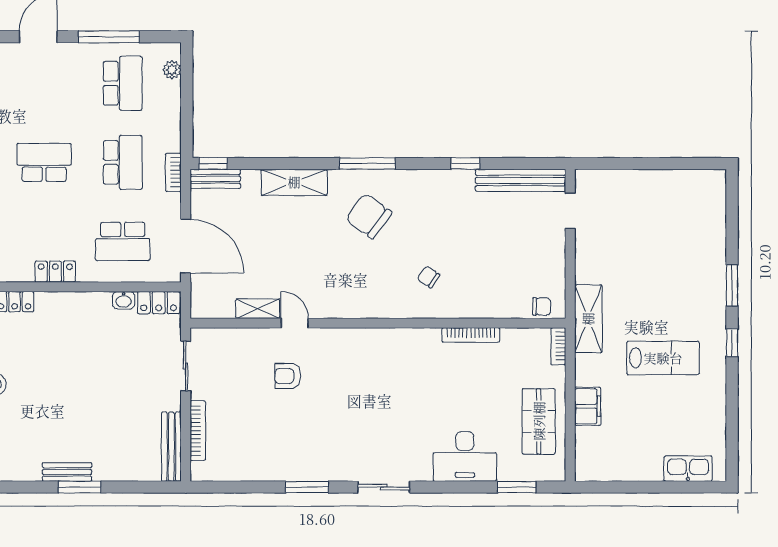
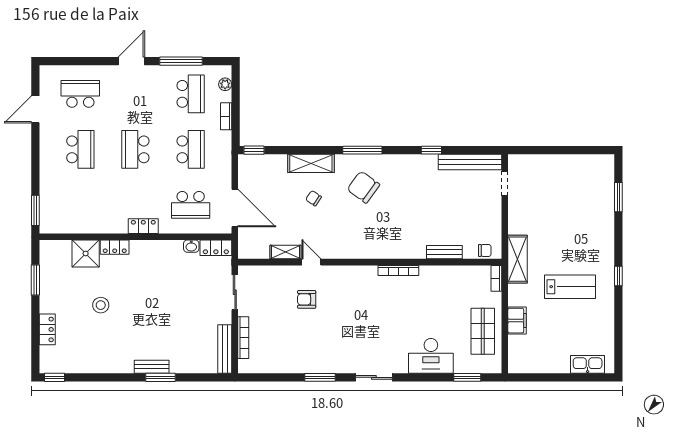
school desk: (44, 162) -> (135, 149), turned -90
bookcase: (173, 172) -> (226, 116), moved
bench: (215, 179) -> (444, 252), moved
chair: (429, 277) -> (314, 198), moved
window: (732, 285) -> (618, 197), moved
bookcase: (471, 335) -> (398, 271), moved

